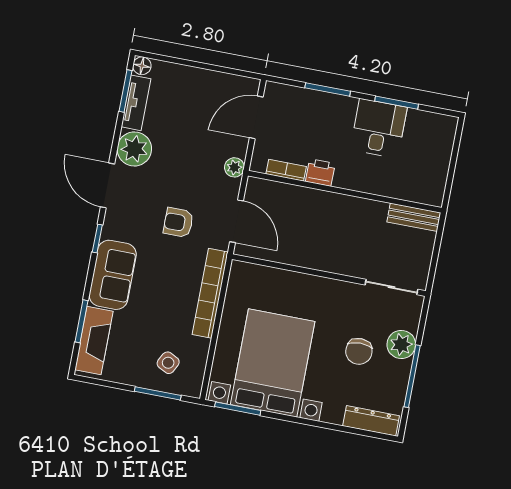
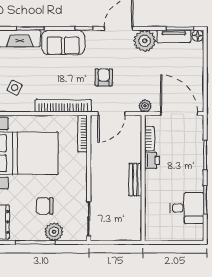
door: (256, 117) -> (179, 114), width x1.36
desk: (379, 128) -> (187, 208), moved
bench: (414, 217) -> (135, 180), moved
bookcase: (259, 272) -> (83, 134), added

